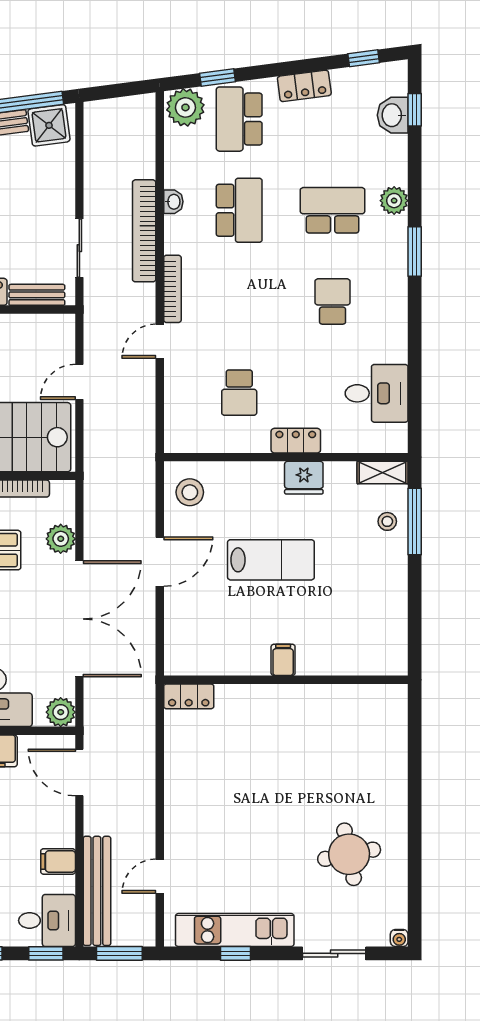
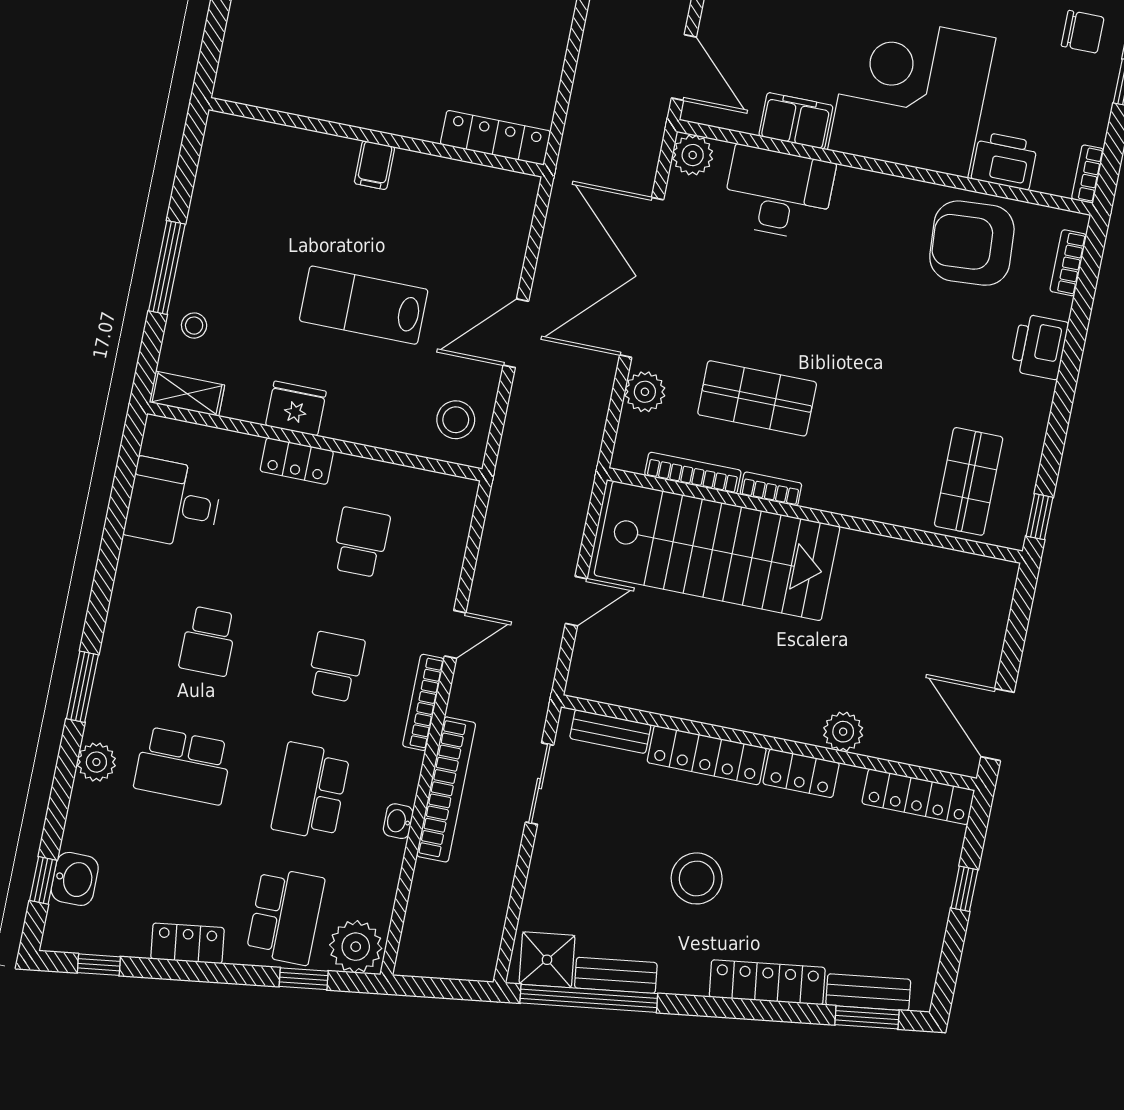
school desk: (239, 301) -> (336, 667), added
window: (415, 521) -> (167, 267), moved
locker: (189, 696) -> (495, 138), width x1.53

